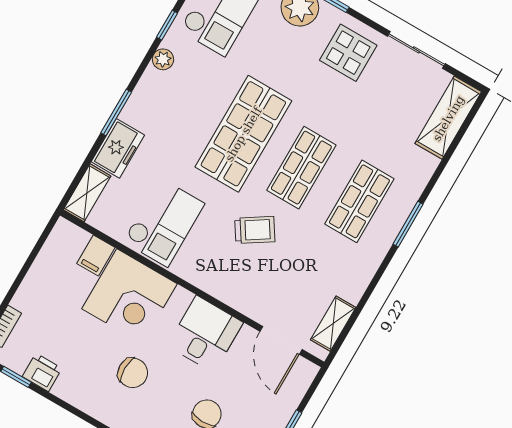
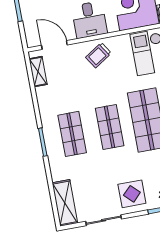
trolley: (255, 230) -> (98, 55), moved

